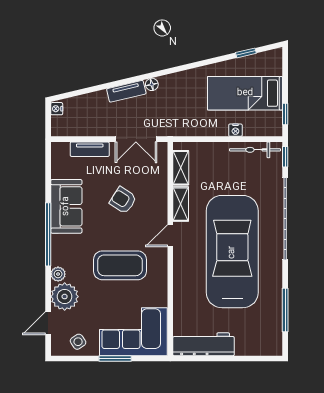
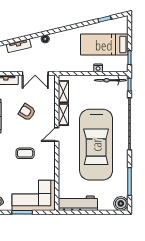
tv unit: (126, 91) -> (19, 46), moved
car: (232, 252) -> (96, 145), turned 180
coffee table: (120, 265) -> (25, 153), width x0.54, depth x0.58
boiler: (271, 345) -> (121, 203), added

